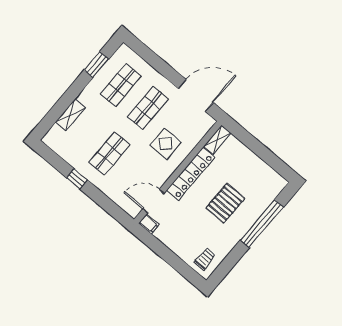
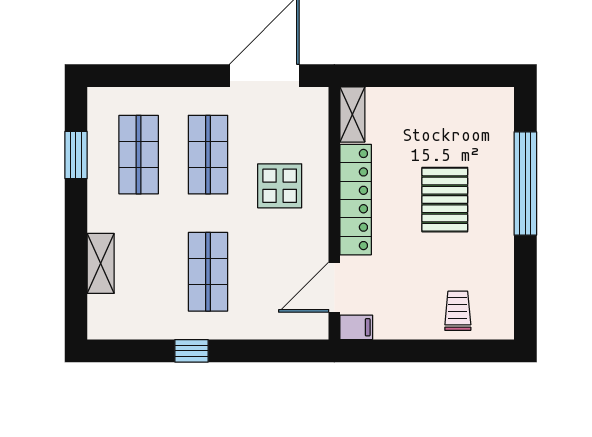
trolley: (205, 259) -> (458, 311), moved

